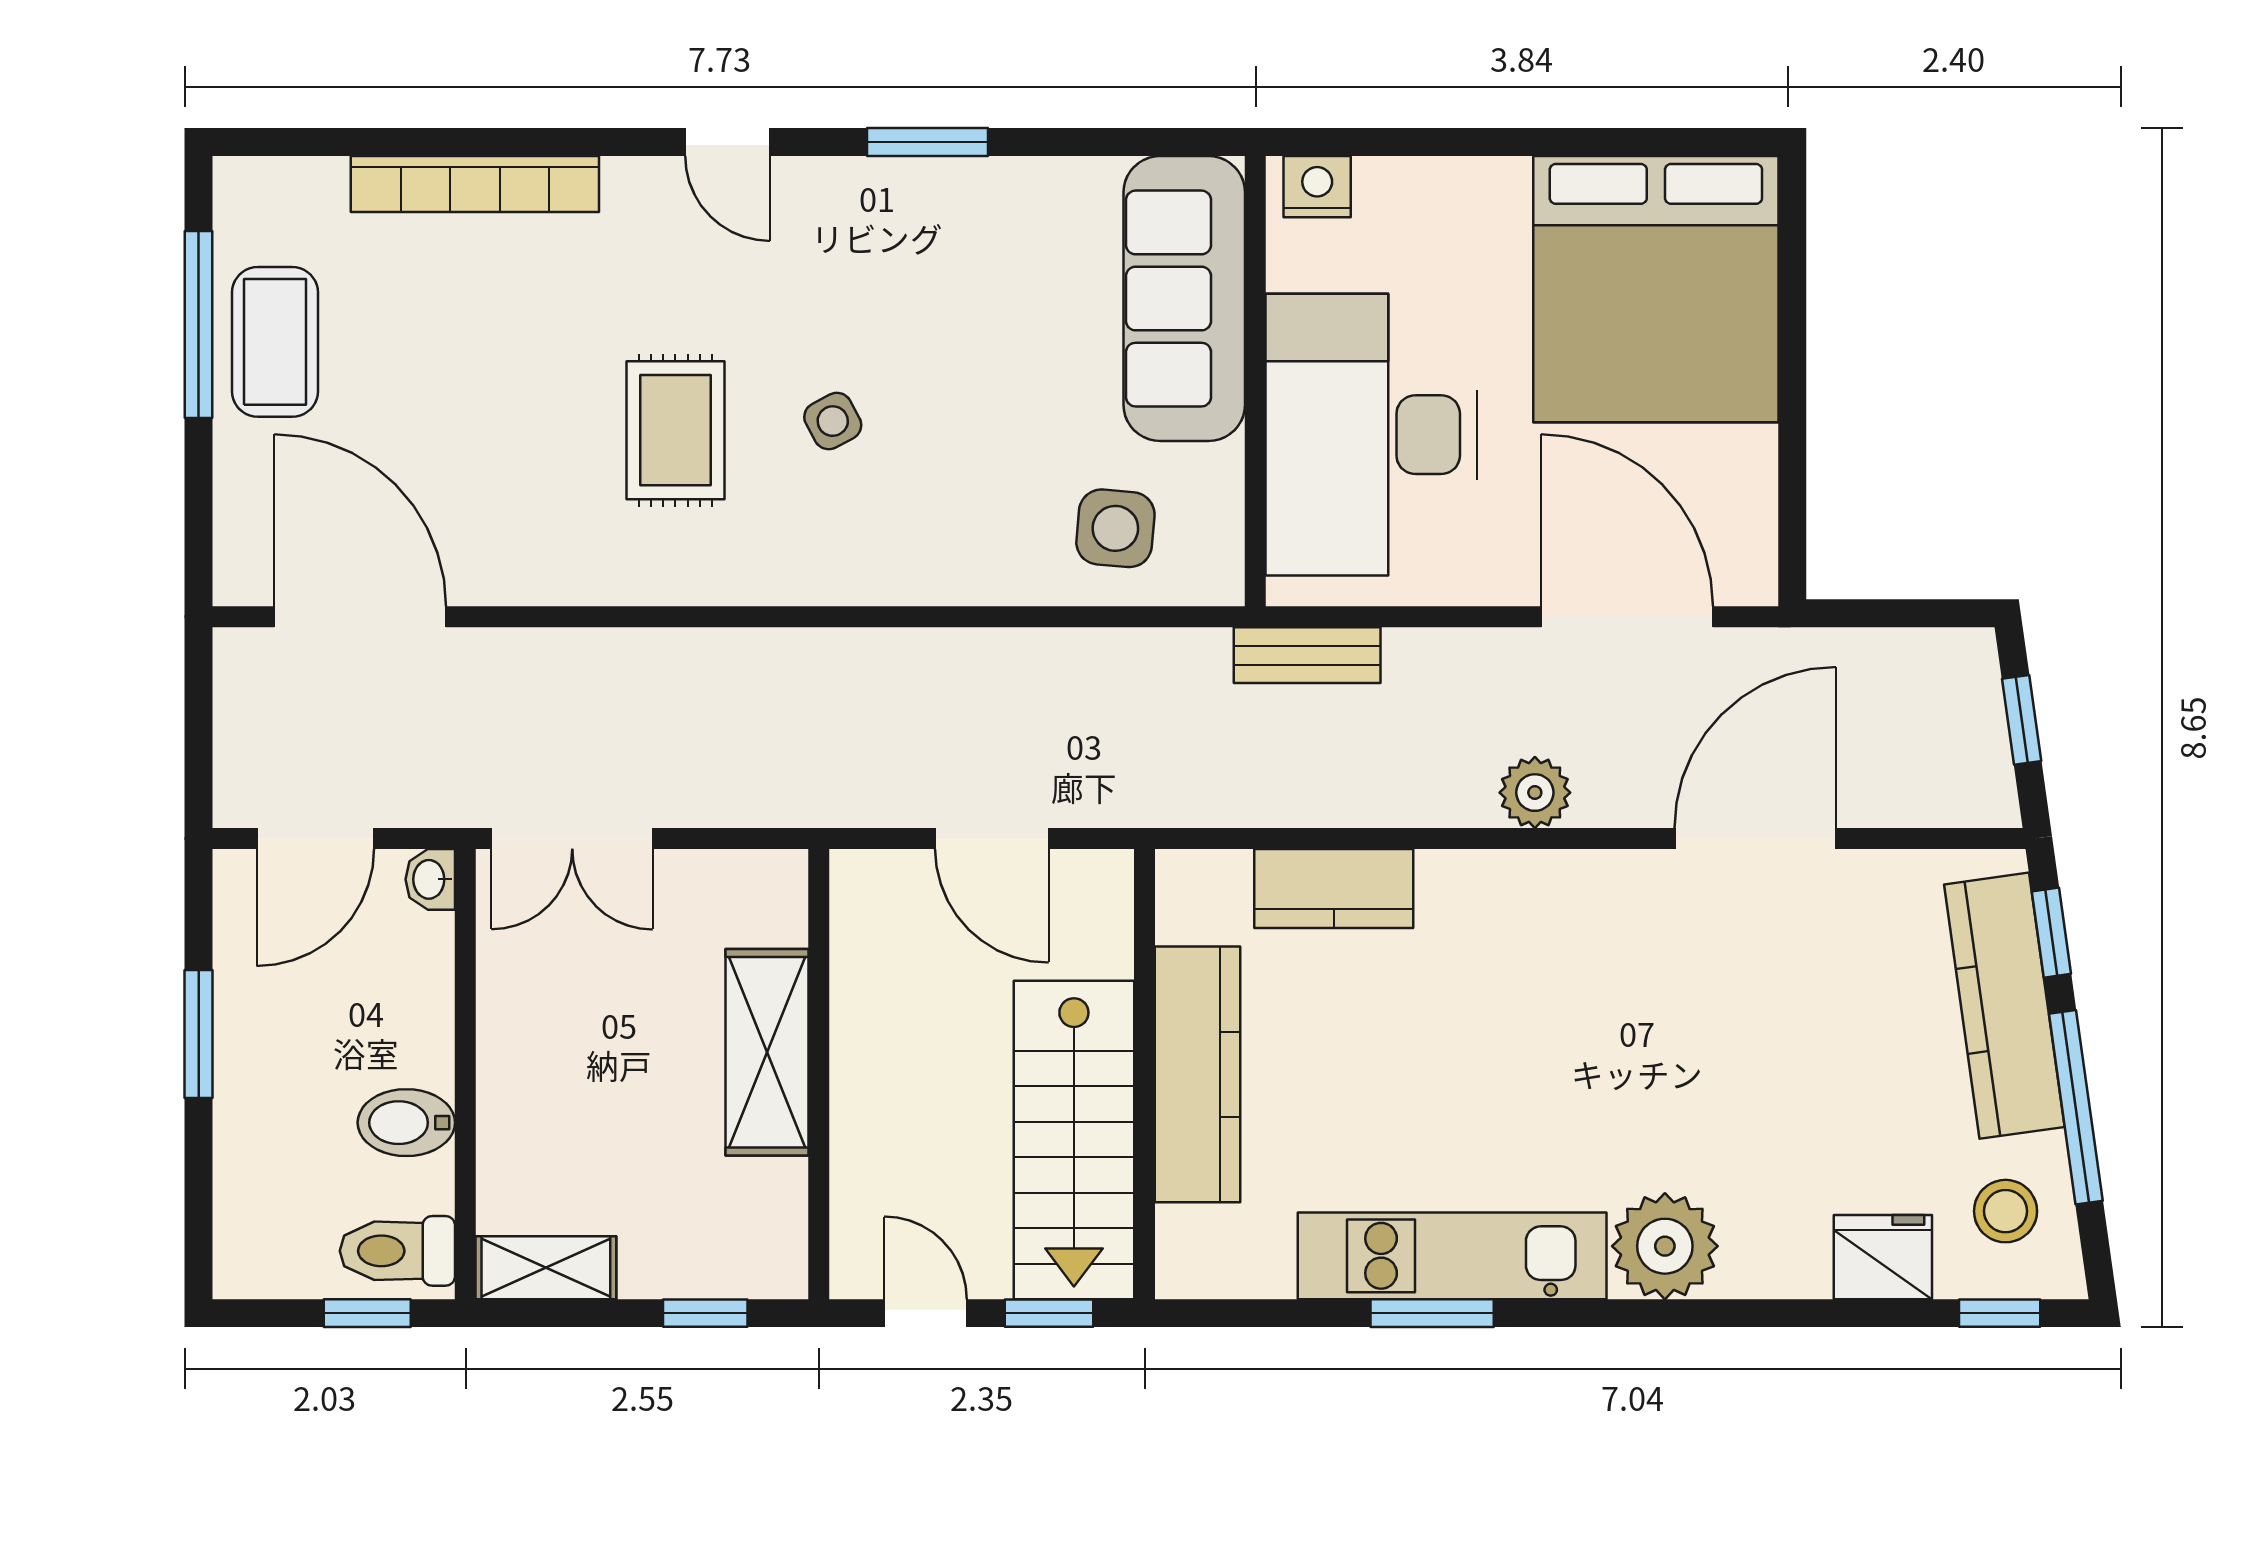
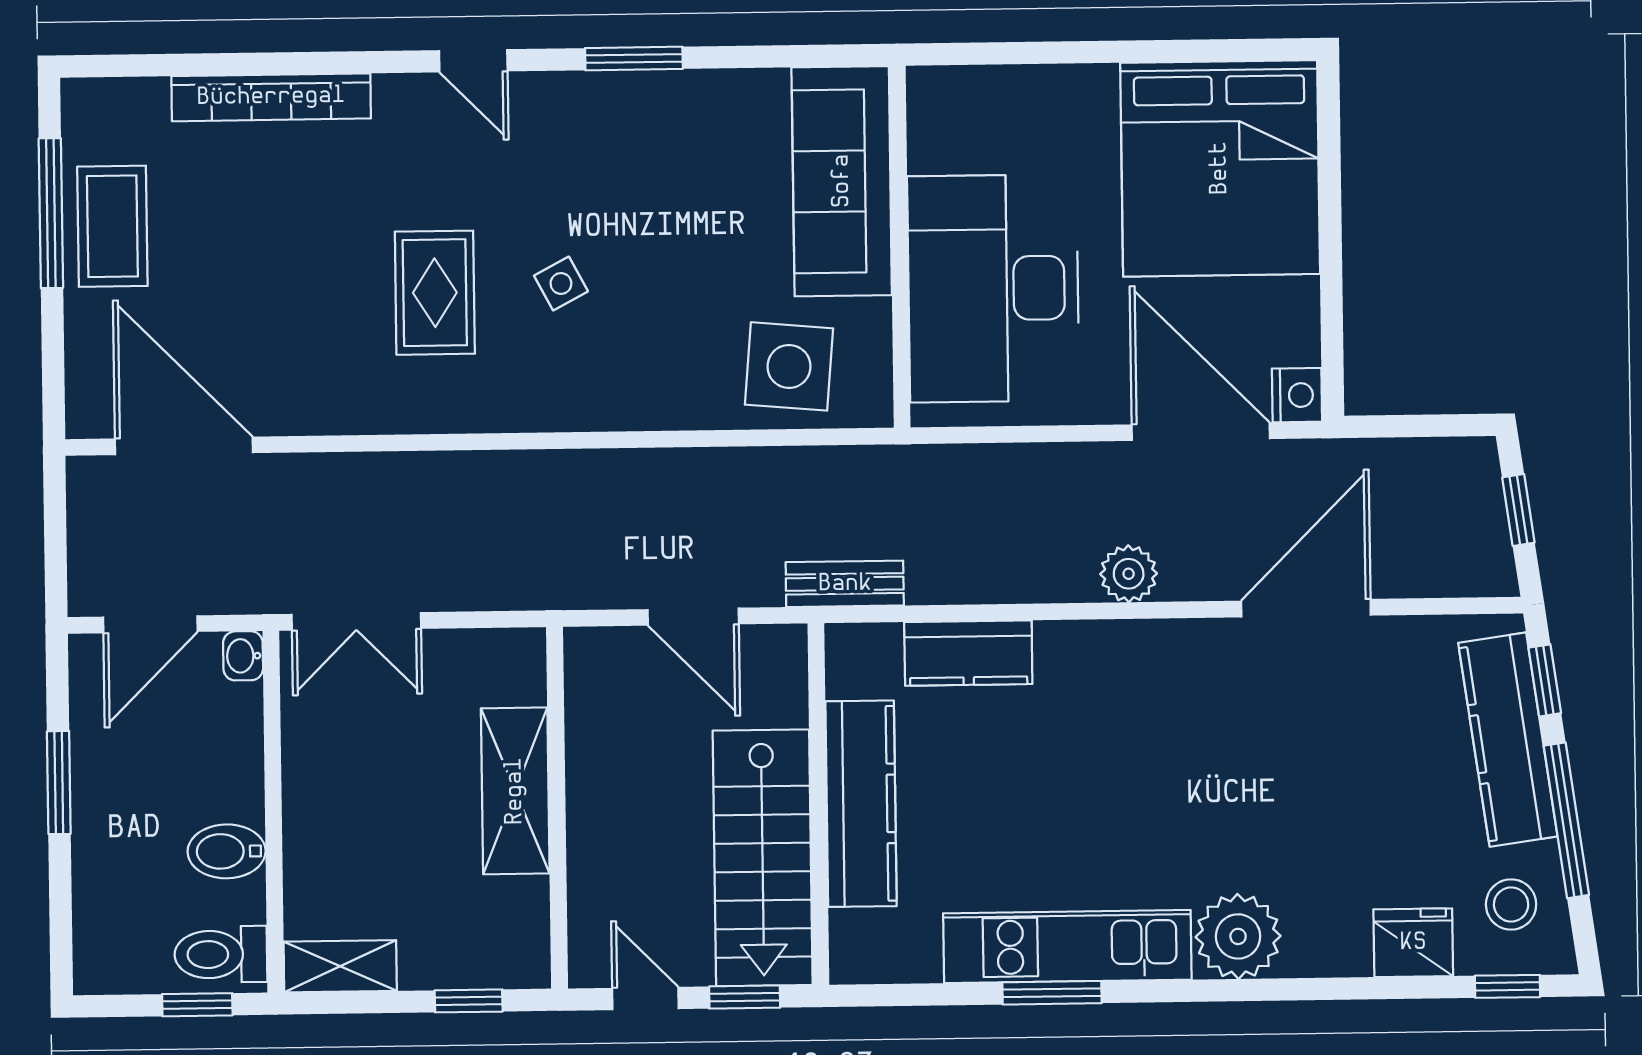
nightstand: (1317, 187) -> (1297, 395), moved, turned 90
side table: (1115, 528) -> (789, 366), width x1.37, depth x1.37
bench: (1307, 655) -> (845, 584), moved

